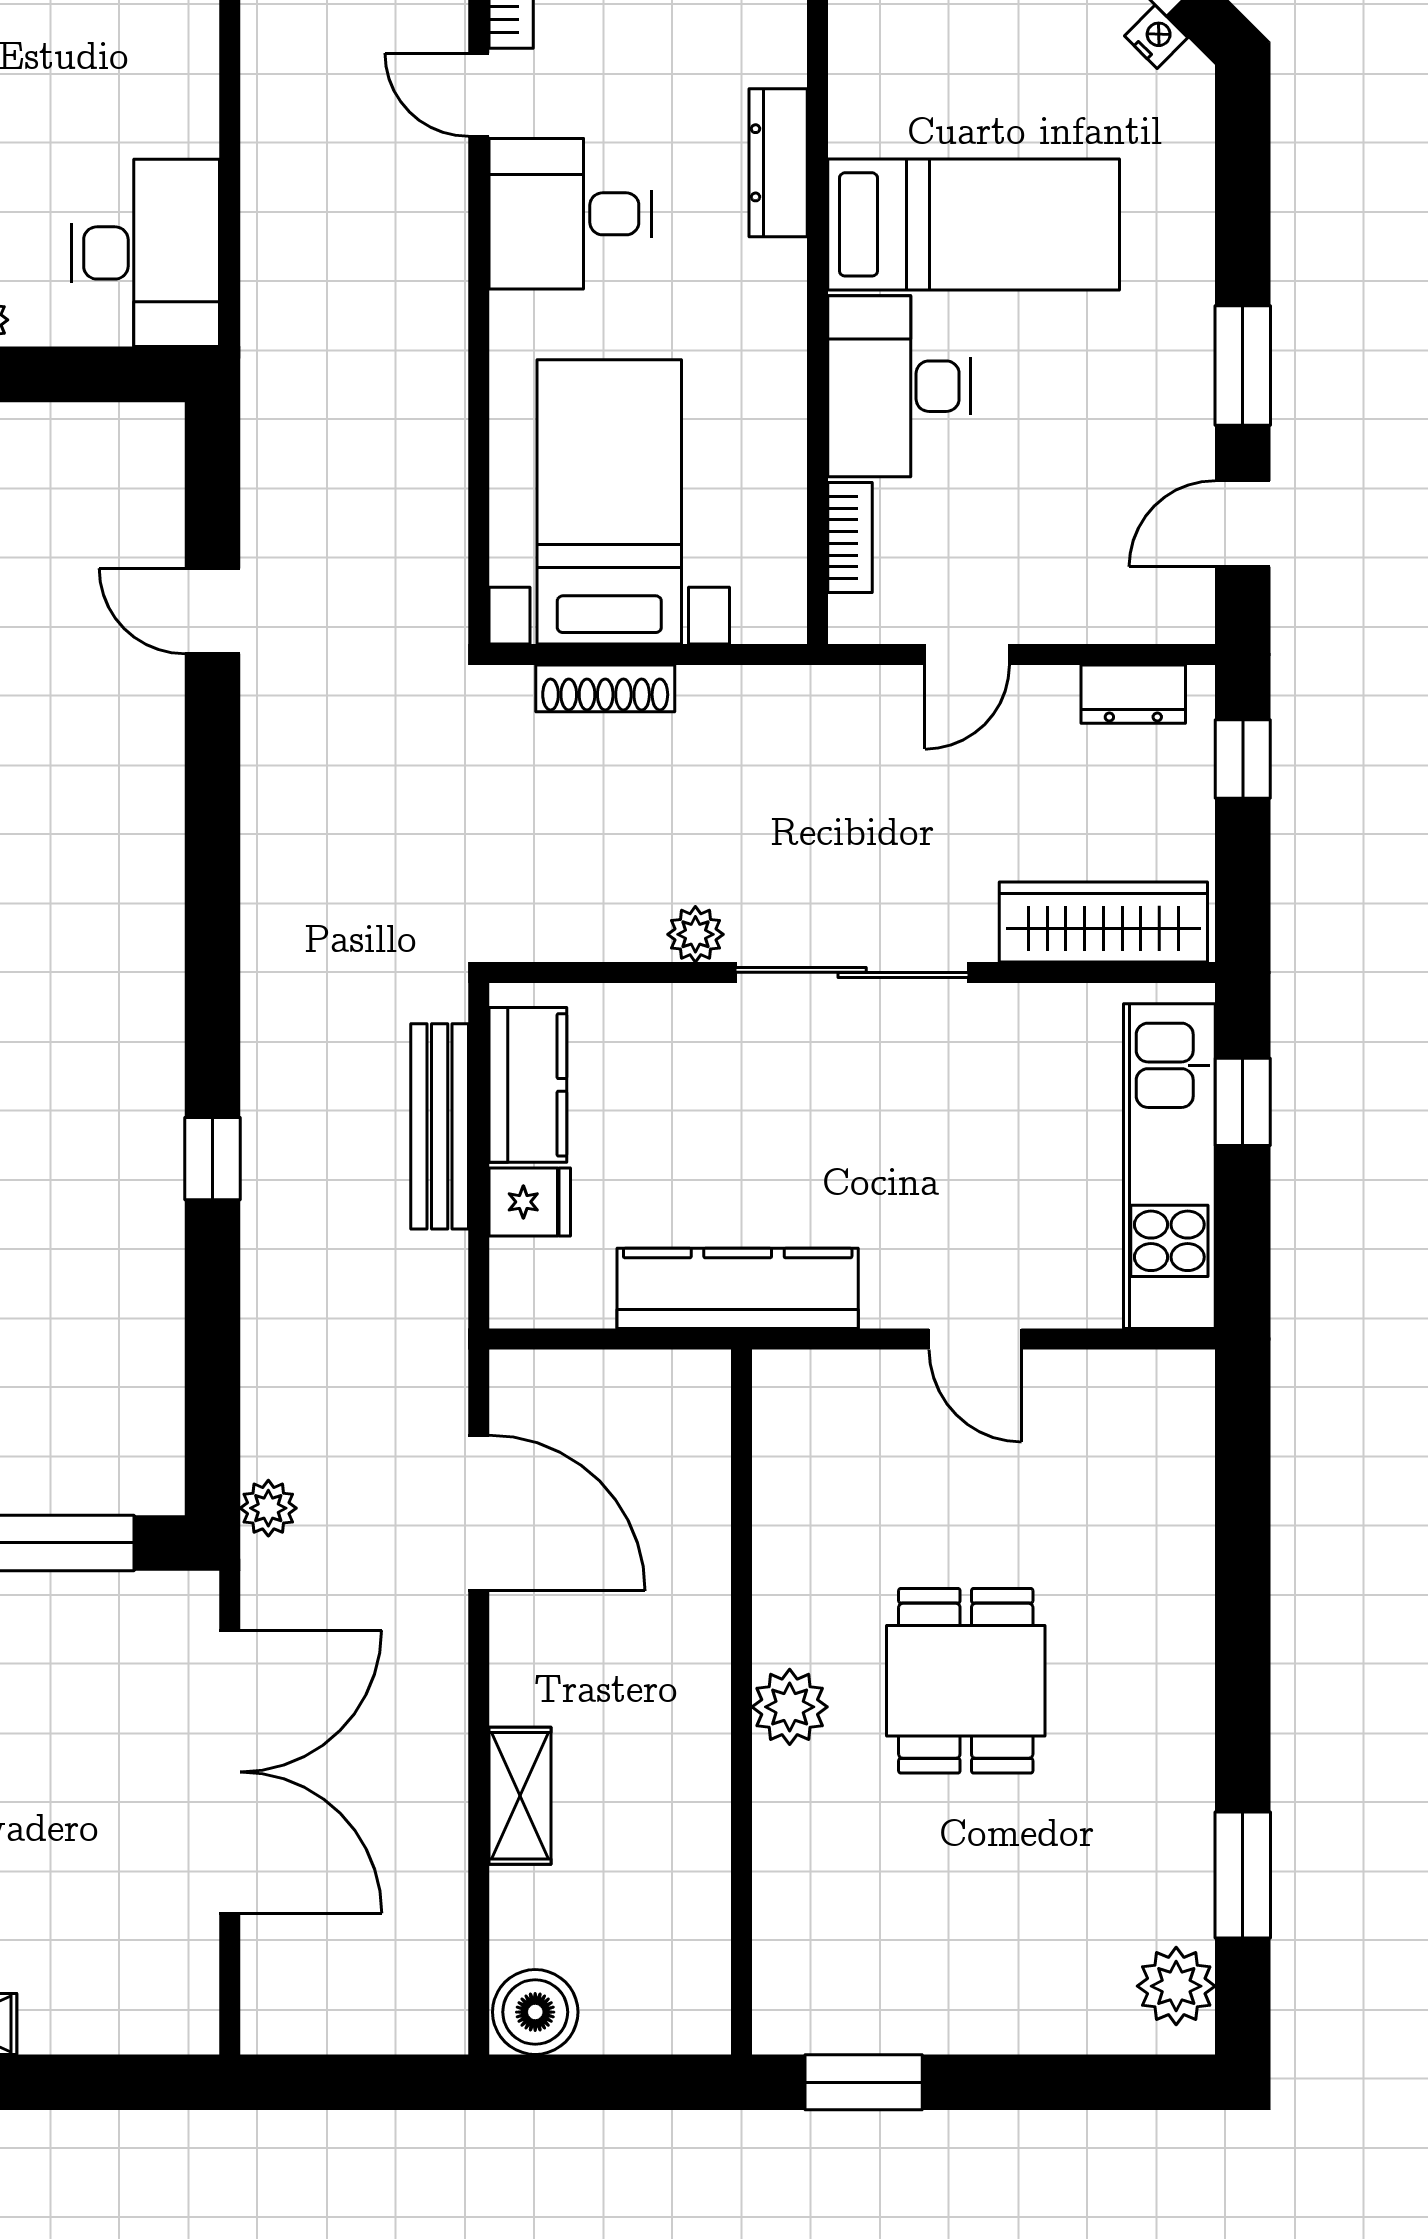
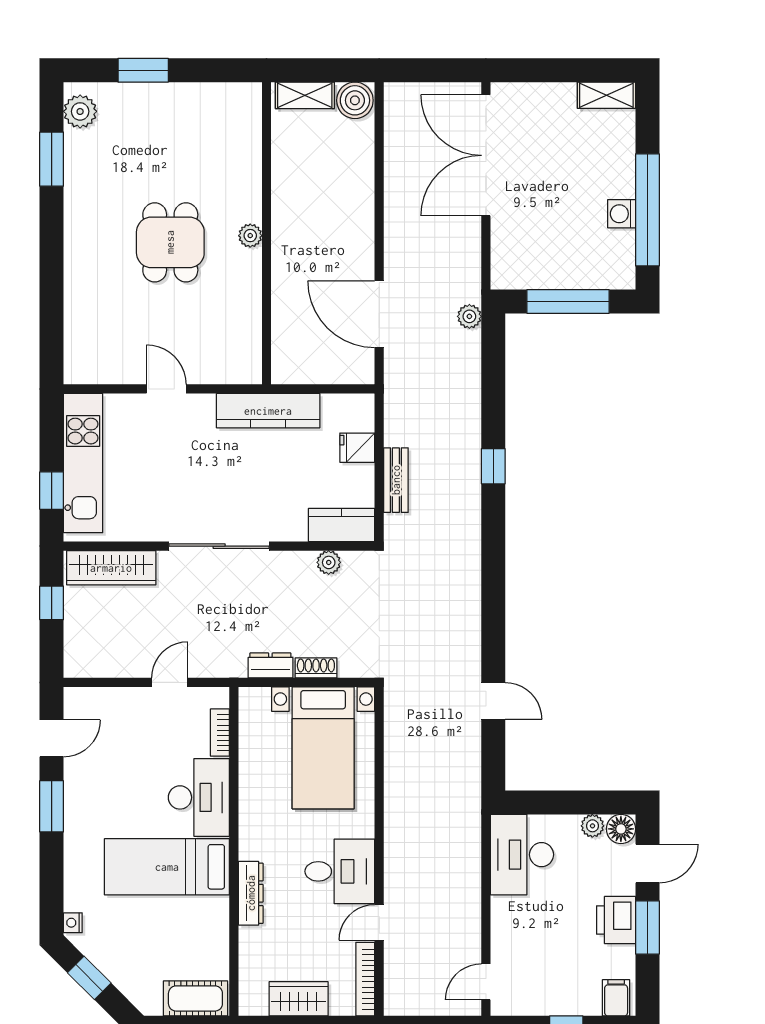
nightstand: (1156, 37) -> (73, 923), moved, turned 45
door: (479, 95) -> (379, 922), swing flipped
shoe rack: (605, 688) -> (316, 668), width x0.70
dresser: (1133, 694) -> (270, 665), moved
window: (1243, 759) -> (52, 603), moved
plant: (695, 934) -> (329, 562), moved
kitchen counter: (528, 1085) -> (341, 525), moved, turned 90
bench: (440, 1126) -> (396, 480), width x0.73
plant: (790, 1707) -> (250, 236), width x0.73, depth x0.73
double door: (230, 1772) -> (486, 155), moved
shelving: (520, 1796) -> (305, 95), moved, turned 90
window: (864, 2082) -> (143, 70), moved

